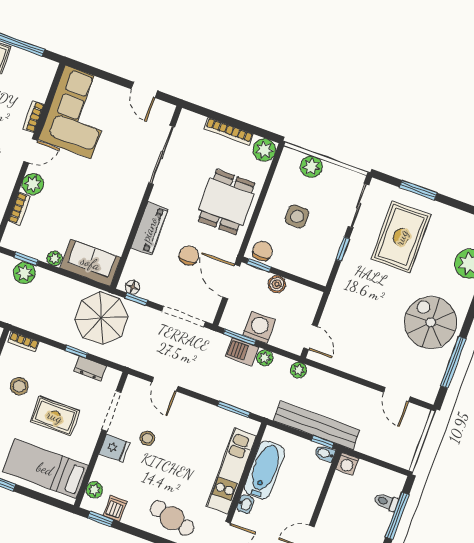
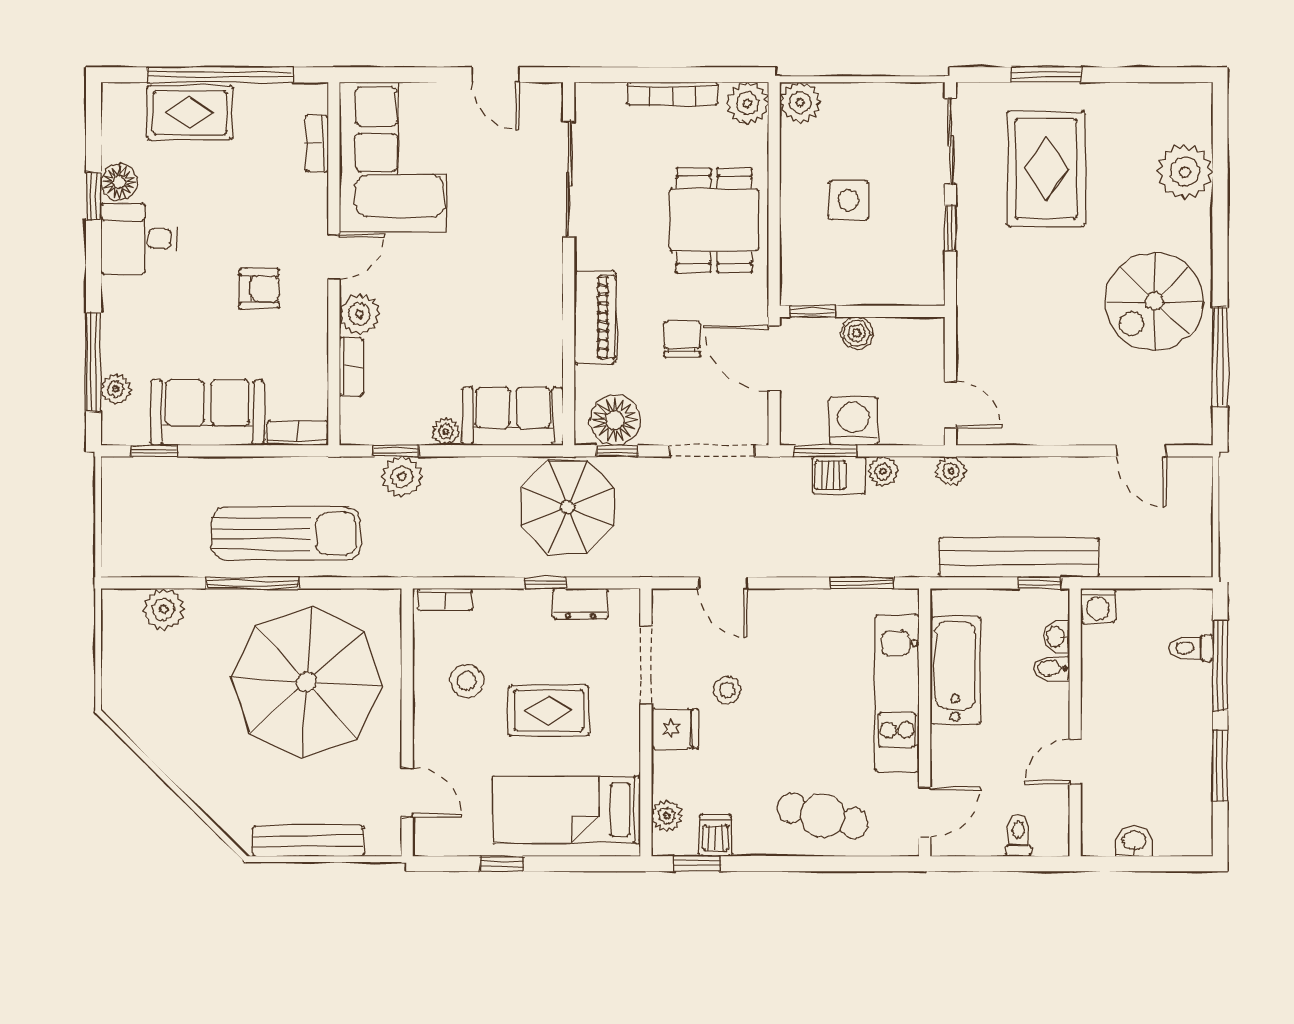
bookcase: (33, 117) -> (317, 143), moved
plant: (311, 167) -> (800, 102), moved
chair: (262, 251) -> (810, 284), removed
floor lamp: (133, 287) -> (615, 420), width x1.89, depth x1.89
spiral stairs: (431, 322) -> (1154, 301), turned -90
bidet: (325, 453) -> (1052, 668), moved
washbasin: (245, 504) -> (1056, 637), moved, turned 180

